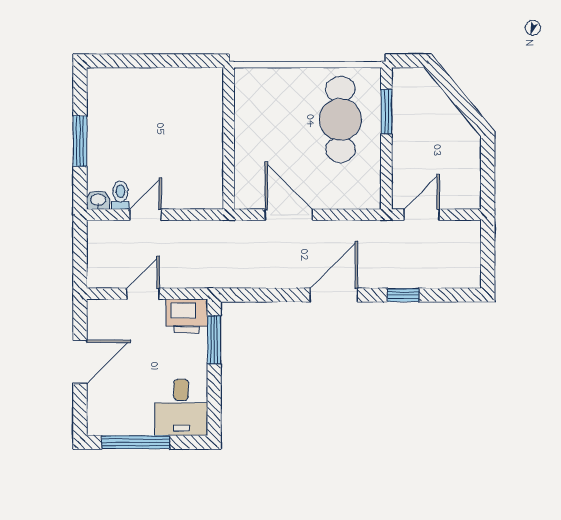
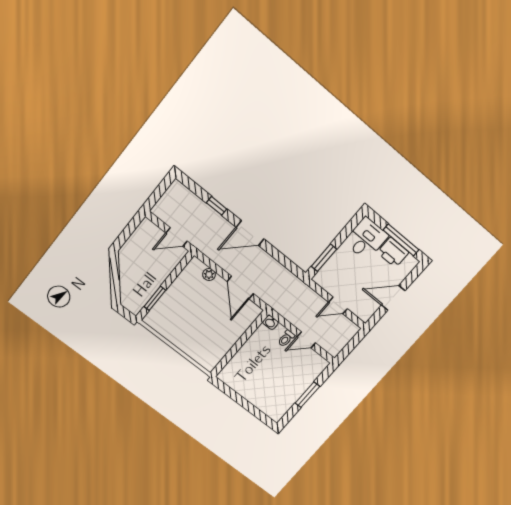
cafe table: (340, 119) -> (180, 312), removed
toilet: (120, 195) -> (286, 338), moved
plant: (342, 199) -> (209, 275), added
washbasin: (98, 200) -> (270, 322), moved
printer: (187, 316) -> (393, 252), moved, turned 180

